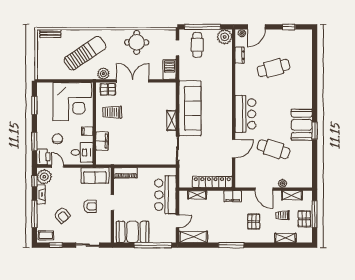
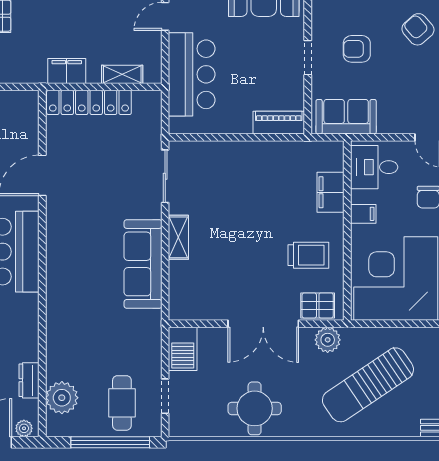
plant: (225, 37) -> (62, 398), moved
sofa: (190, 108) -> (143, 264), width x0.74, depth x0.79
filing cabinet: (233, 196) -> (67, 71), moved

